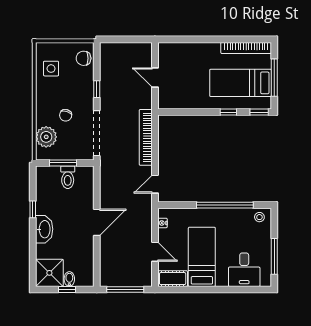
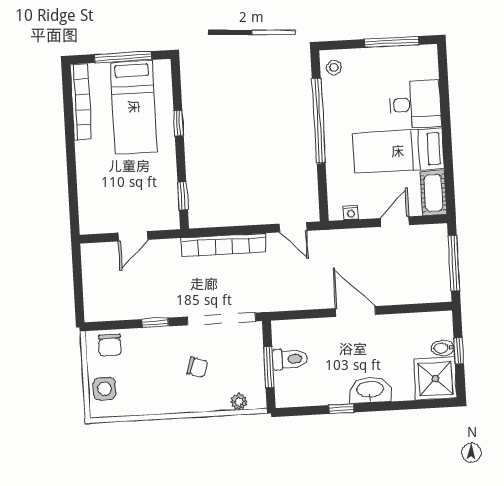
side table: (51, 69) -> (105, 389), moved
window: (259, 112) -> (183, 196), moved
plant: (46, 137) -> (239, 402), width x0.53, depth x0.53
desk: (244, 270) -> (415, 104), moved

